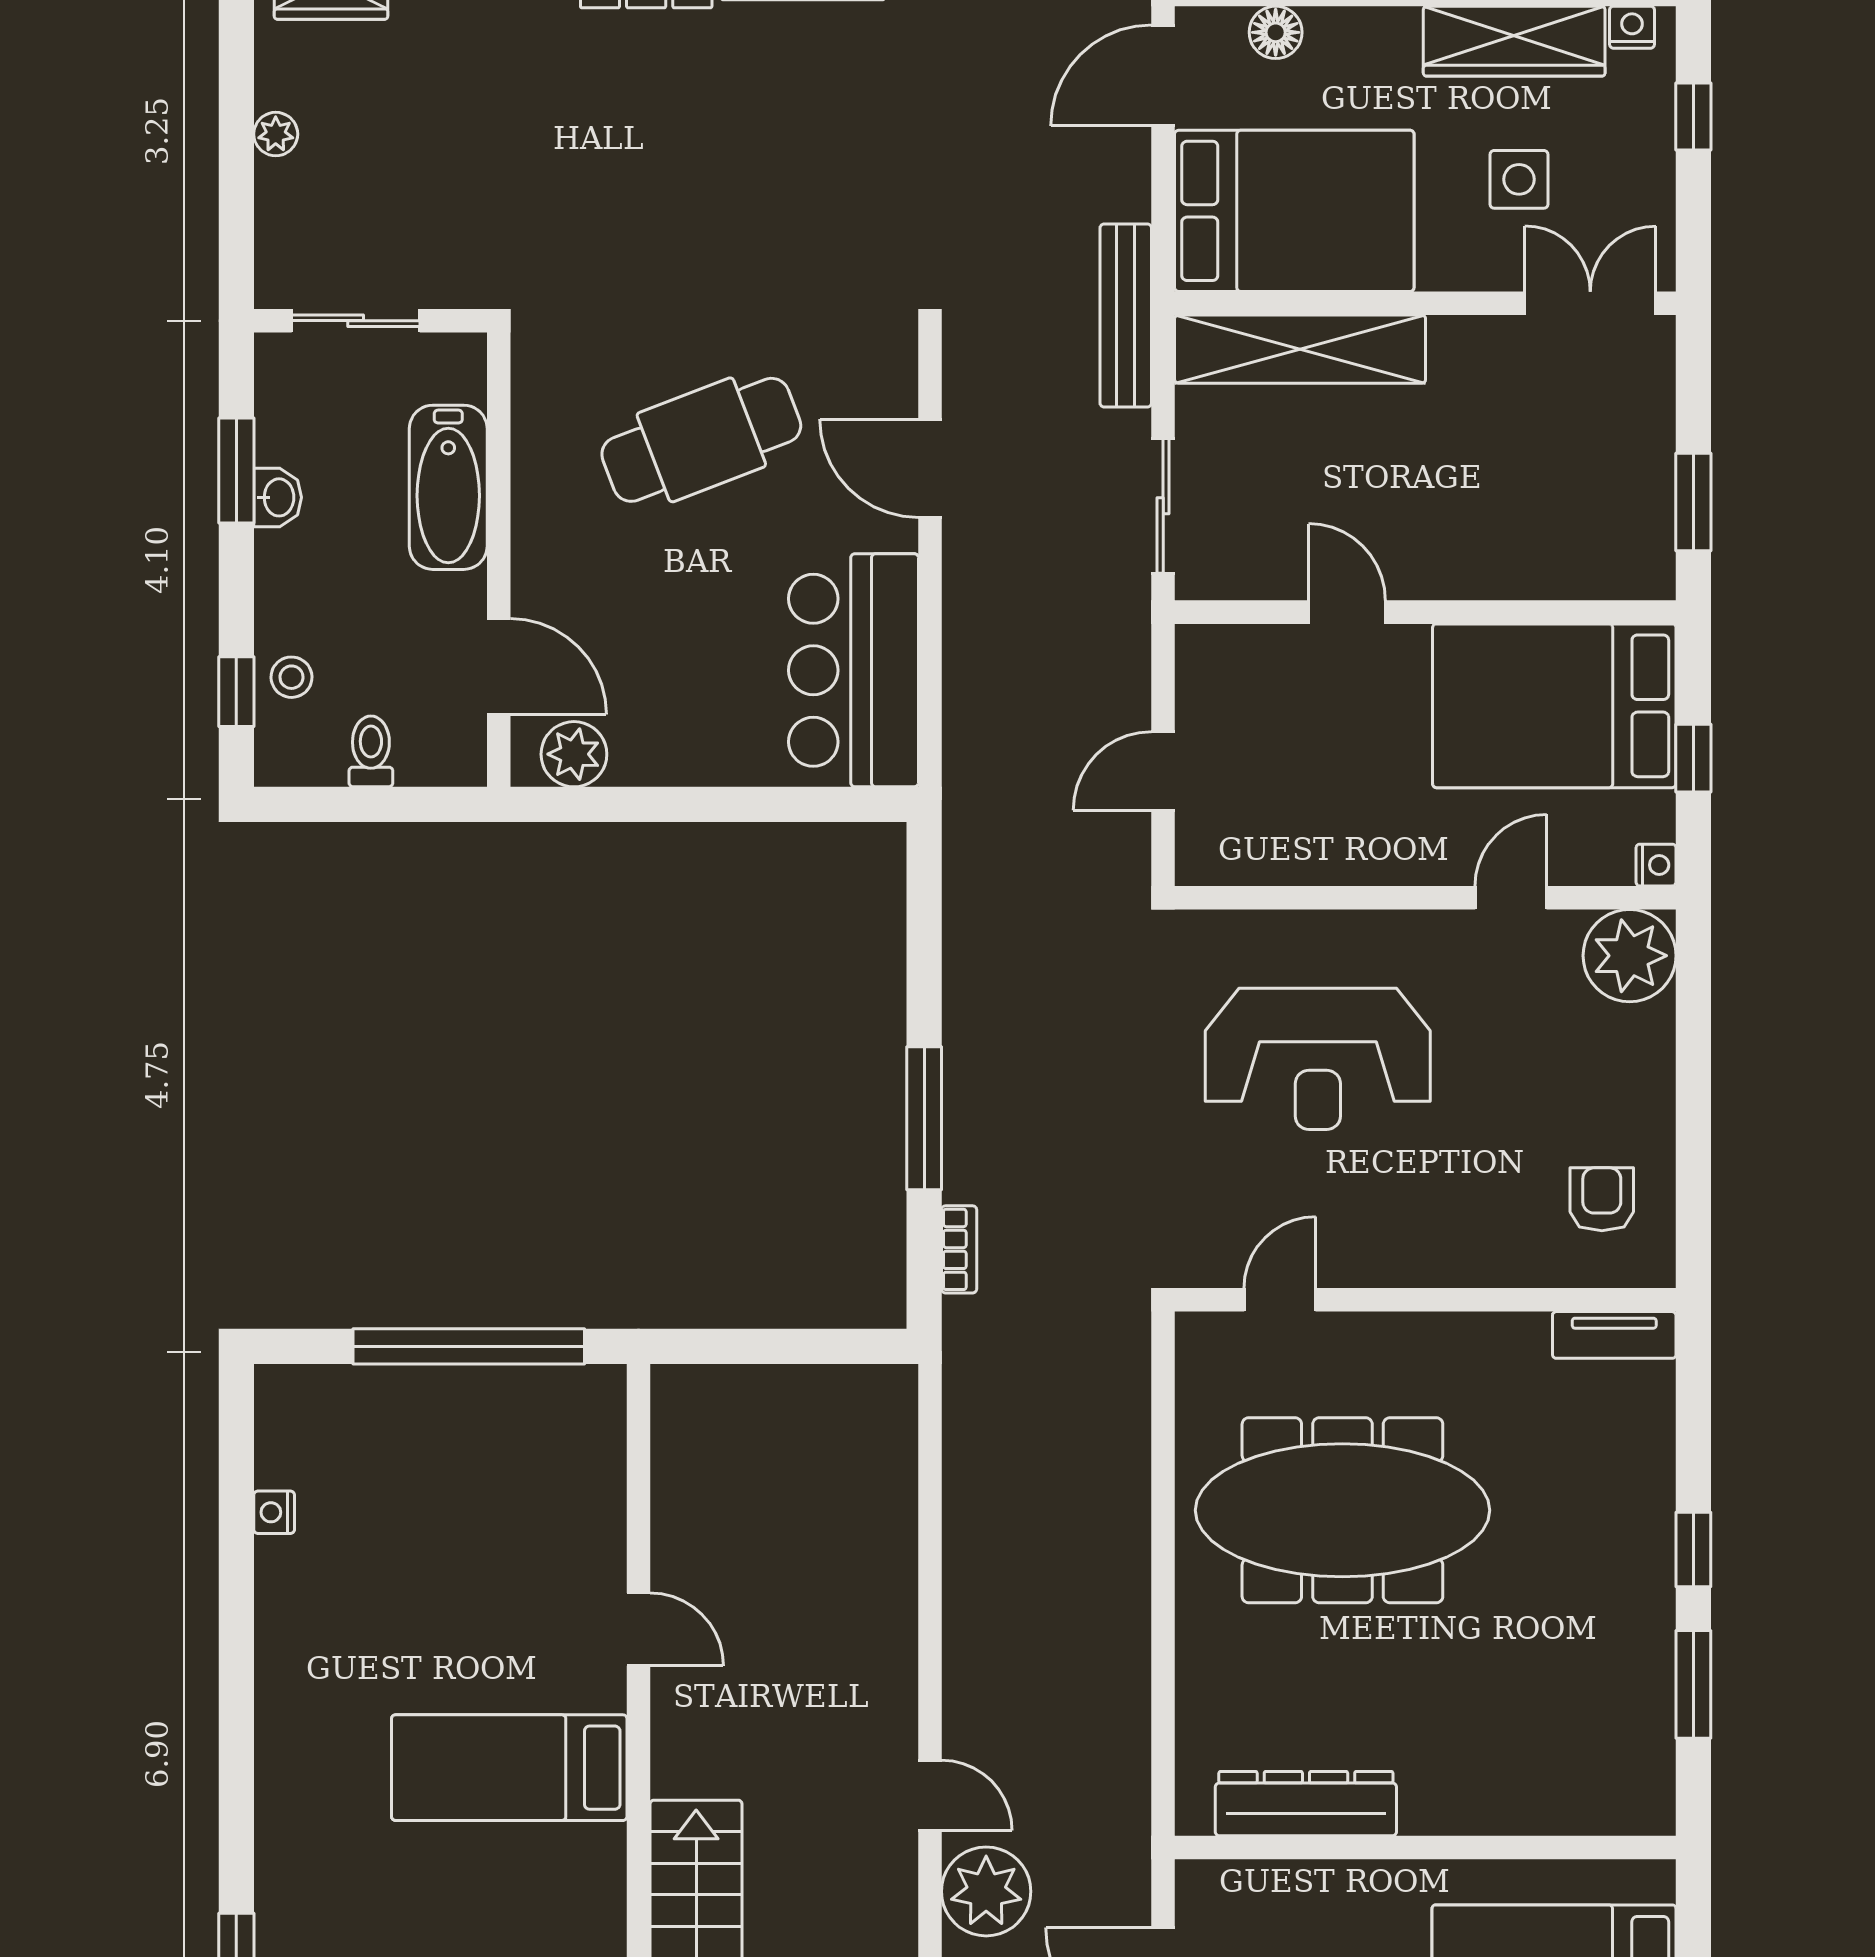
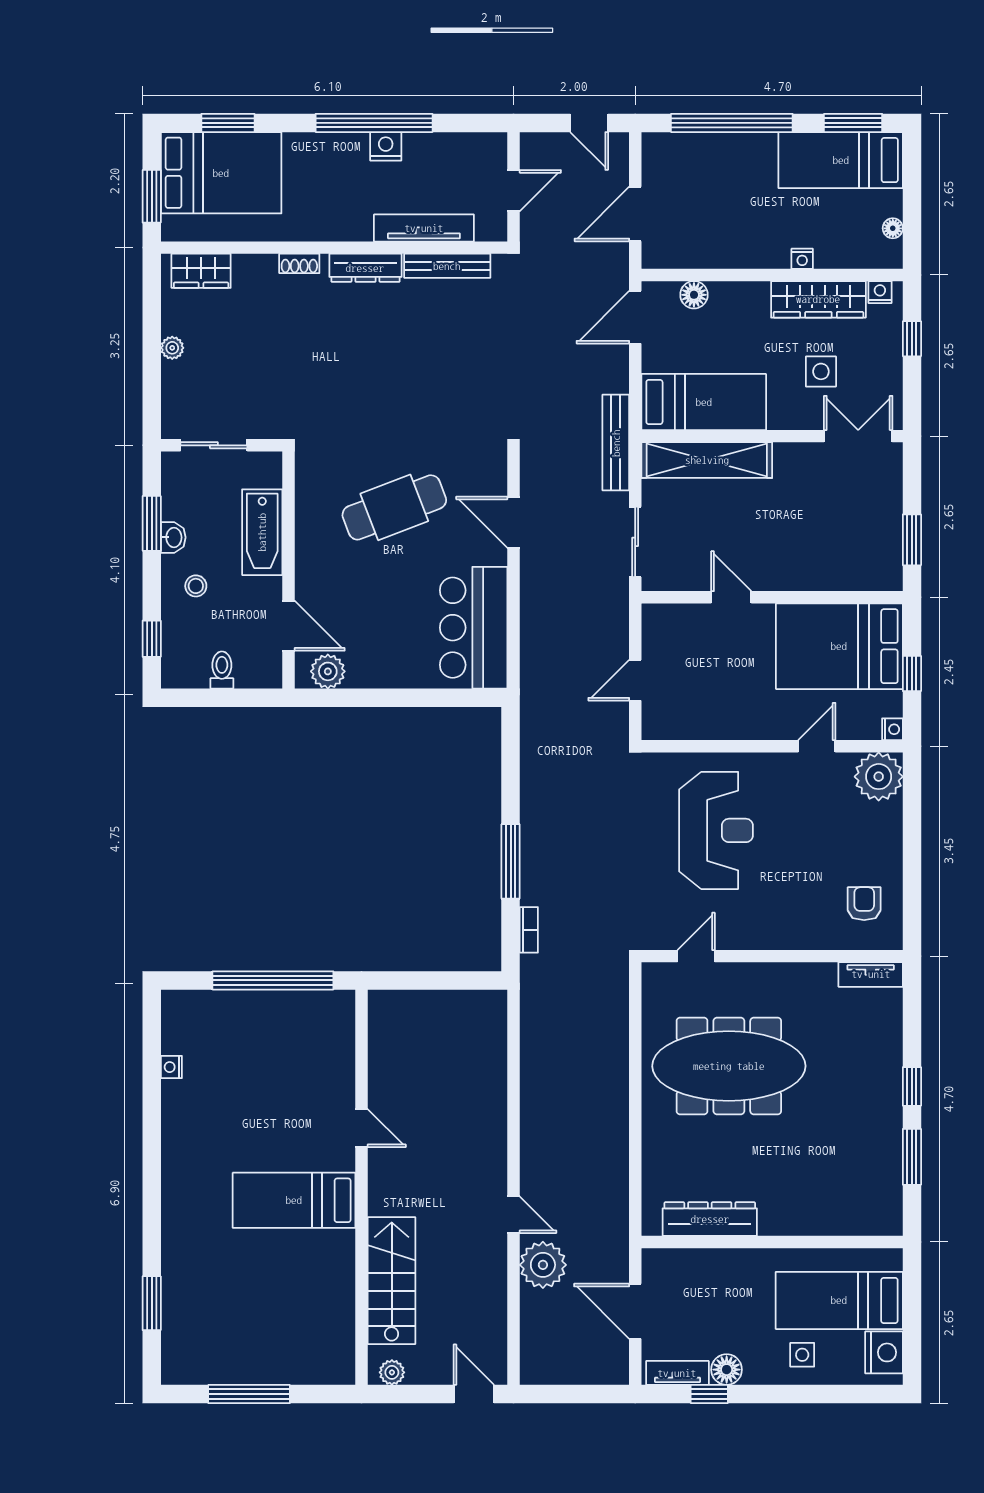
bed: (1294, 211) -> (704, 402), width x0.67
stool: (292, 677) -> (196, 586), moved
reception desk: (1318, 1059) -> (716, 830), turned -90

